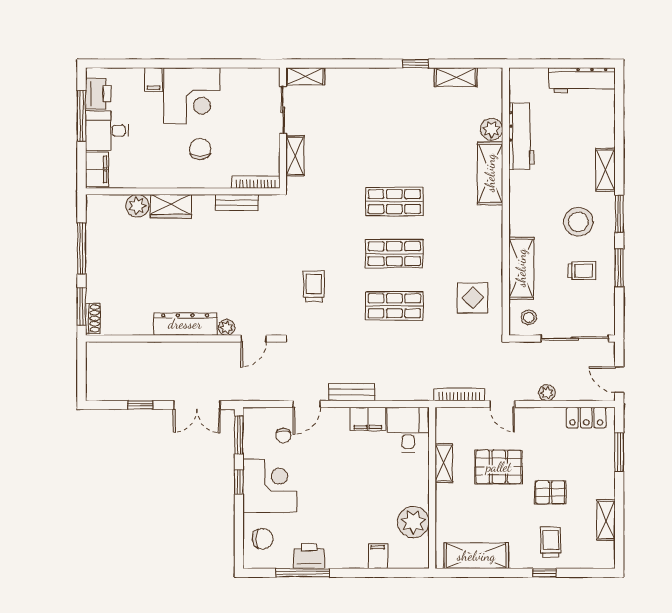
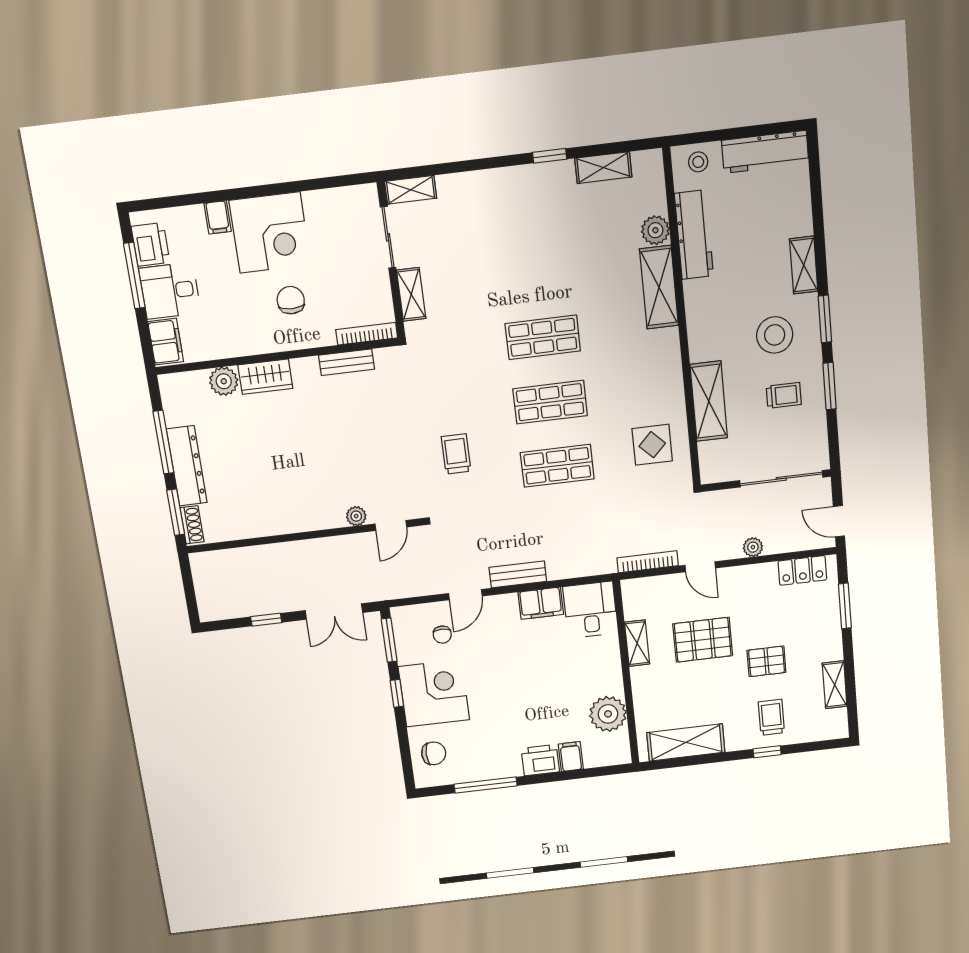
stool: (529, 317) -> (698, 162), moved
dresser: (185, 324) -> (187, 466), moved, turned 90
printer: (309, 556) -> (540, 760), moved

